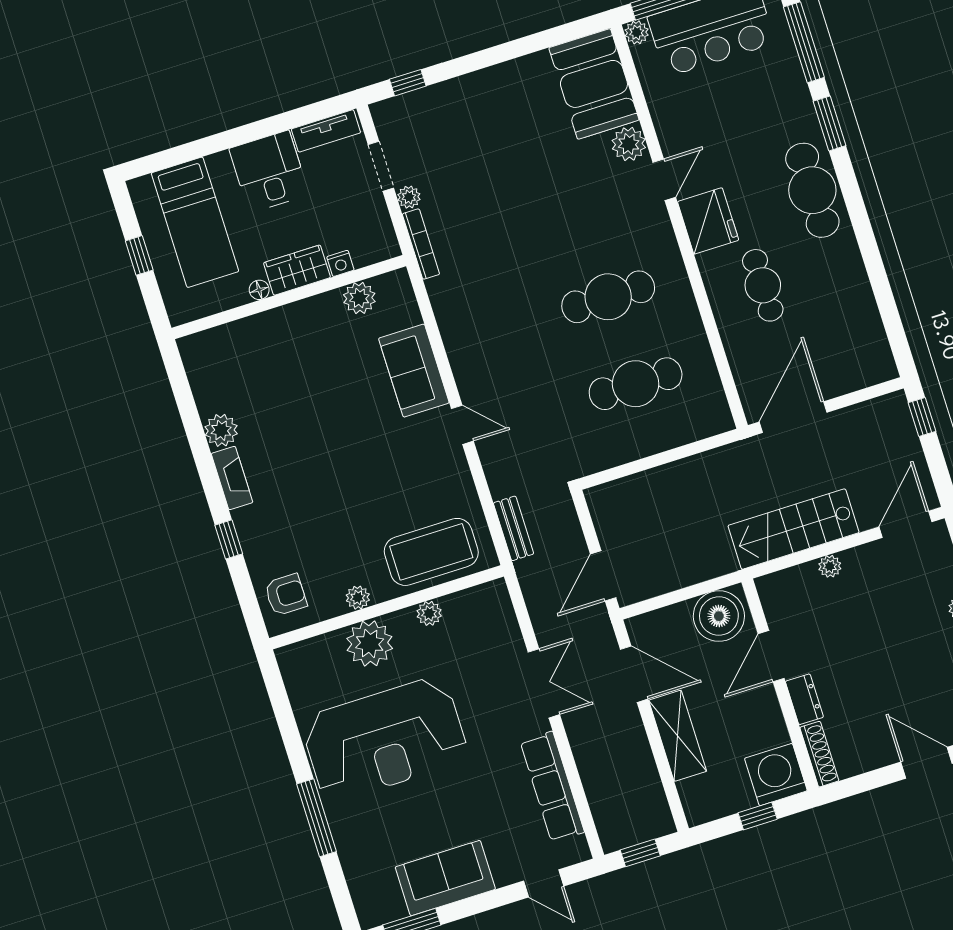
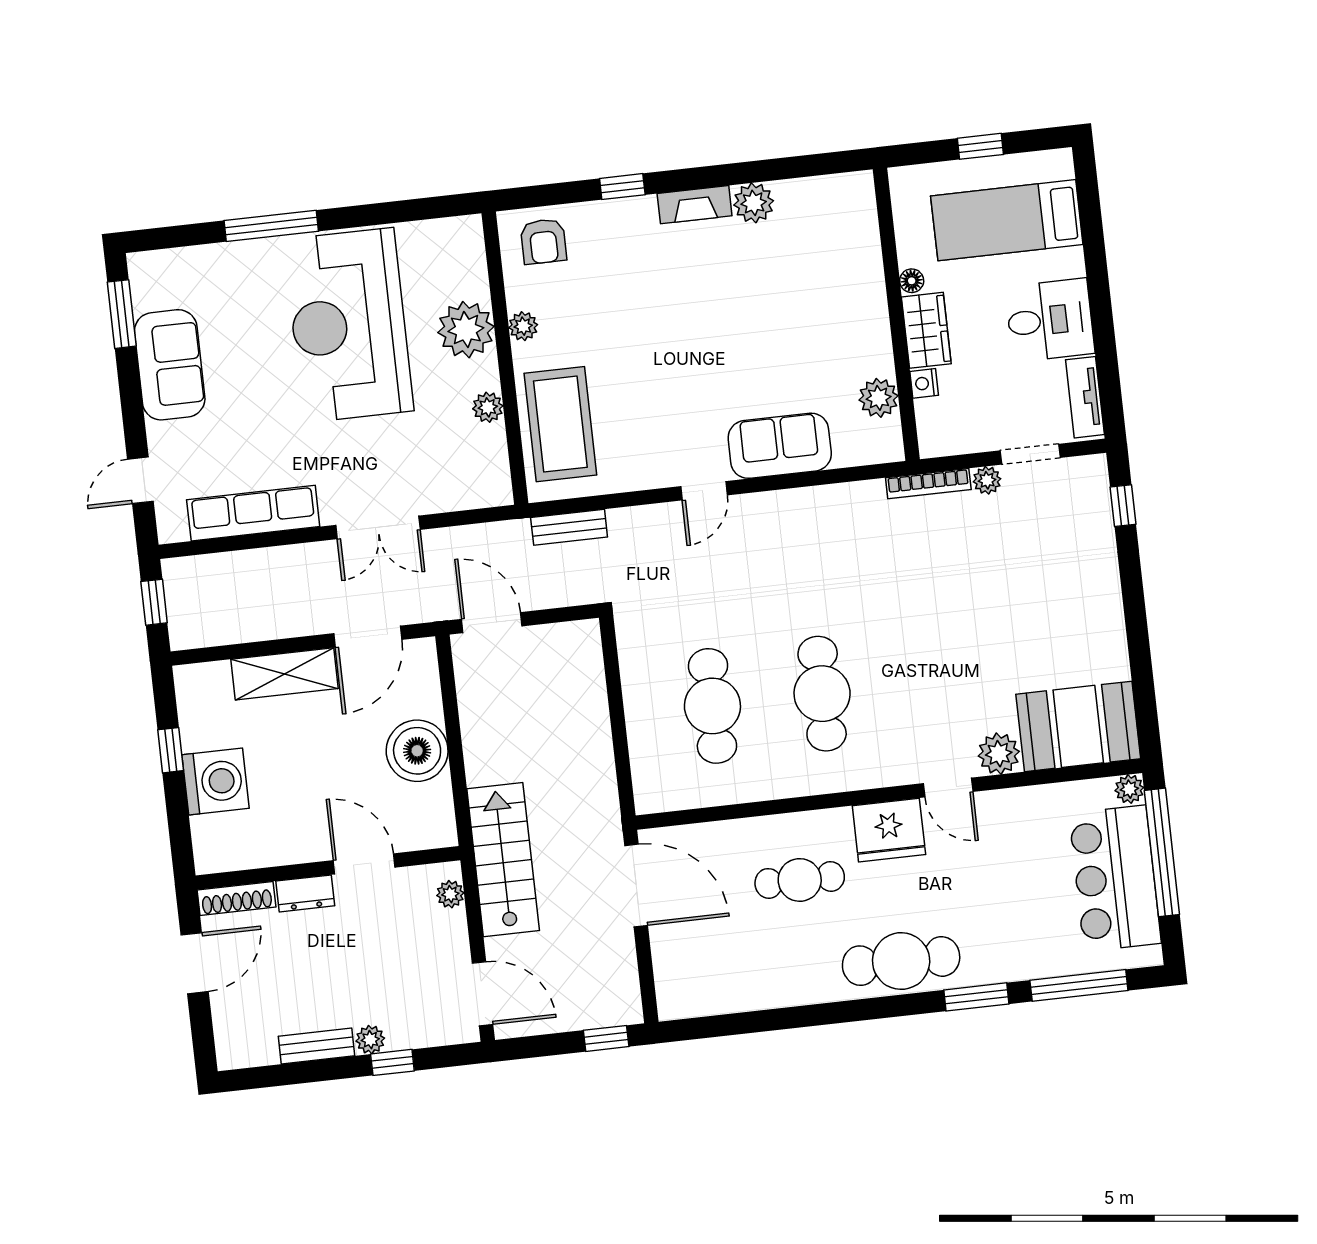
door: (771, 656) -> (364, 864), moved
wall: (780, 685) -> (328, 868), moved
dresser: (804, 699) -> (305, 893), moved
shoe rack: (819, 754) -> (237, 898), moved

